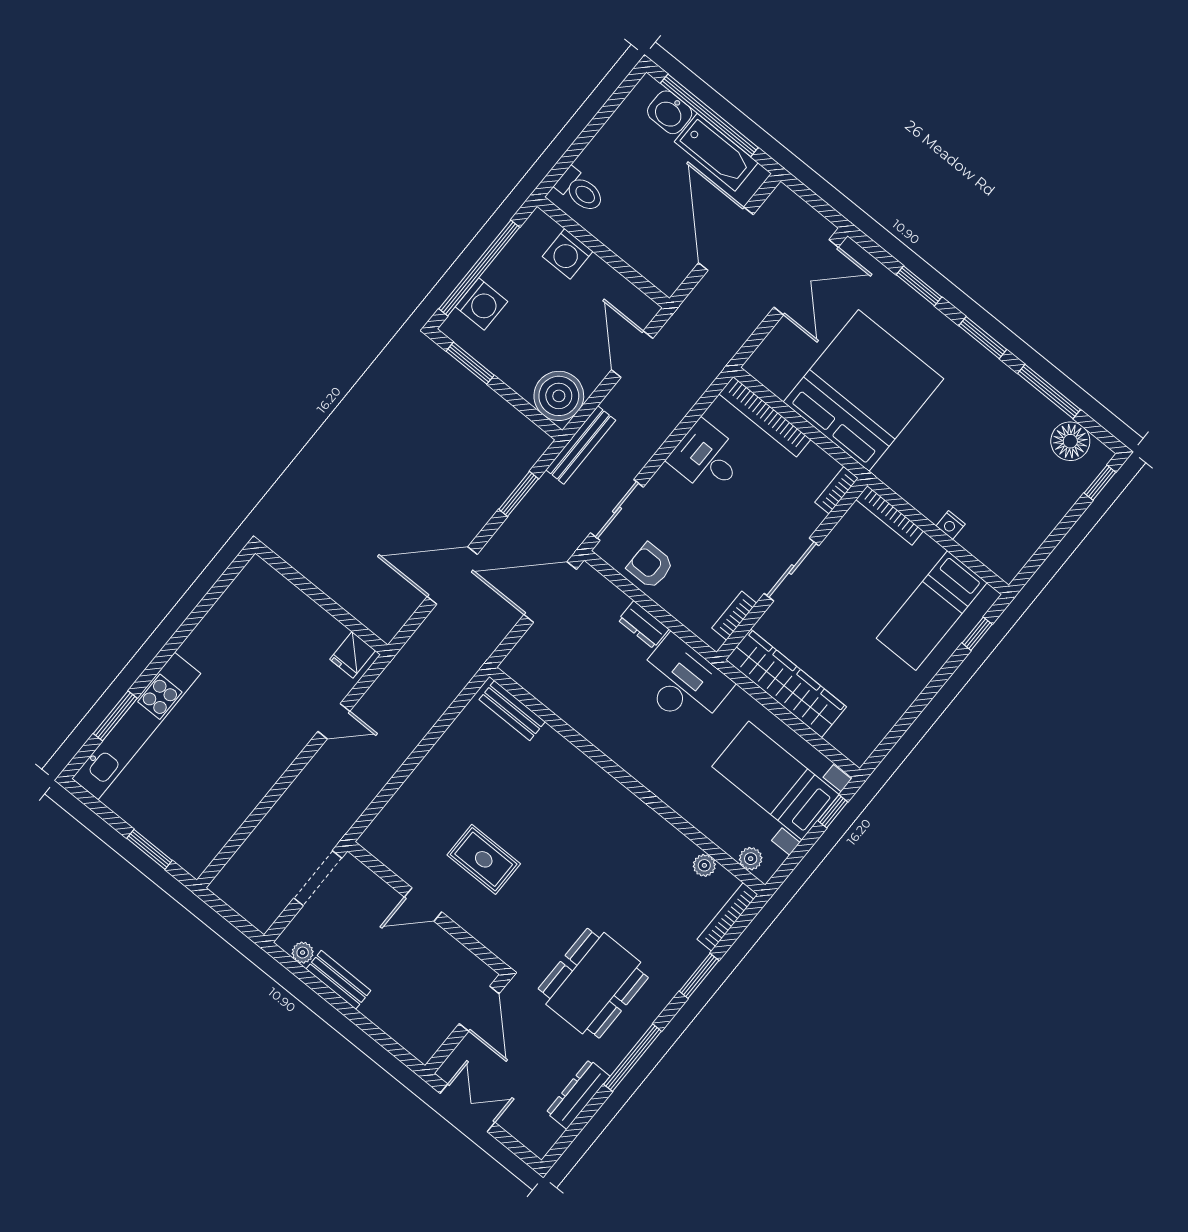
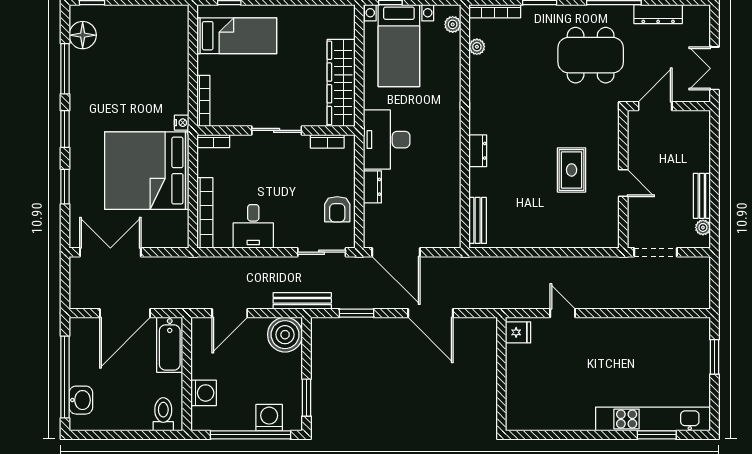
bathtub: (716, 152) -> (170, 345), moved, turned 180
nightstand: (951, 525) -> (182, 123), moved
dresser: (589, 773) -> (478, 151), added

